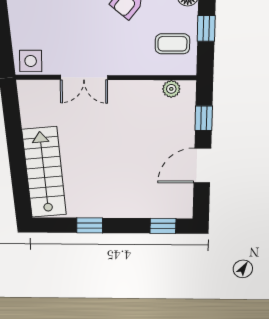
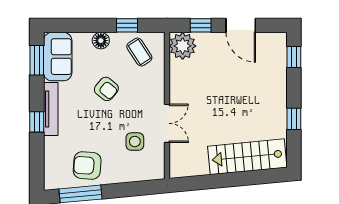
coffee table: (172, 44) -> (139, 52), turned -33
side table: (31, 61) -> (135, 142), moved
plant: (171, 89) -> (183, 46), width x1.88, depth x1.88

